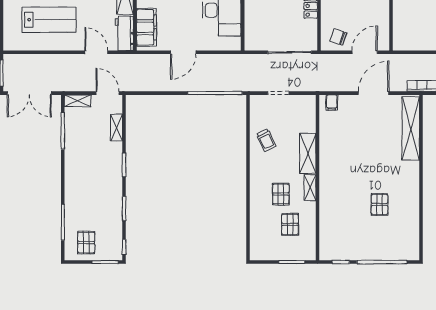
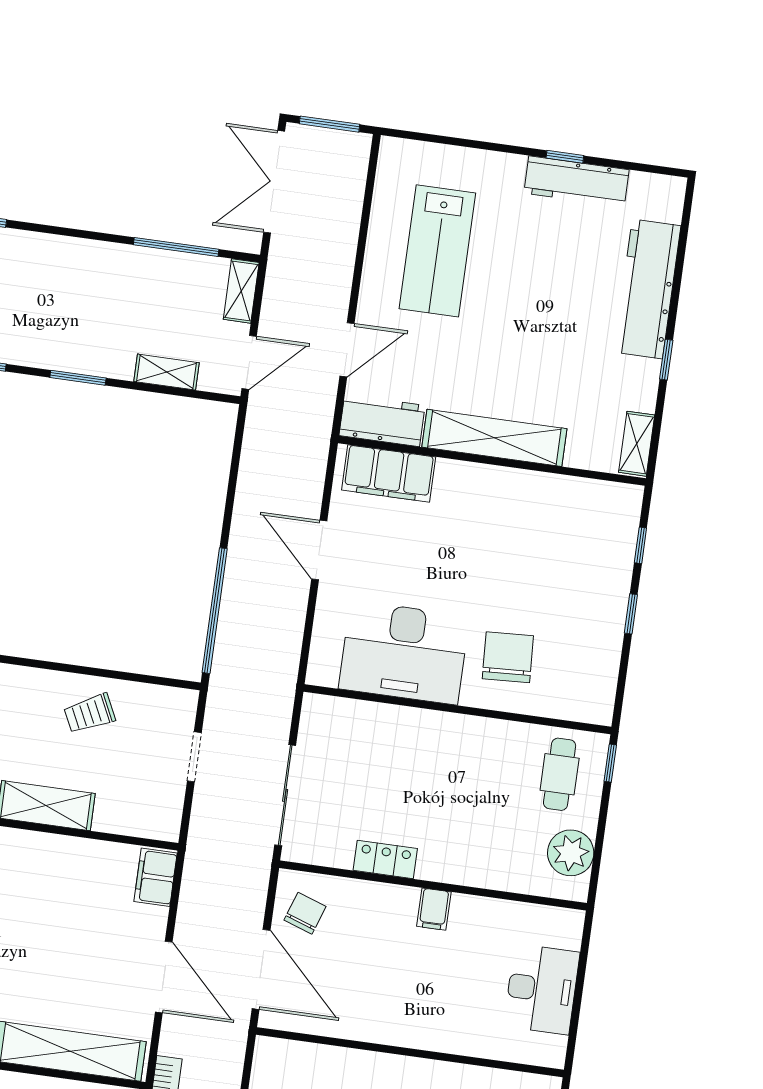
door: (365, 52) -> (261, 969), width x1.36
filing cabinet: (332, 103) -> (156, 877), width x2.00

